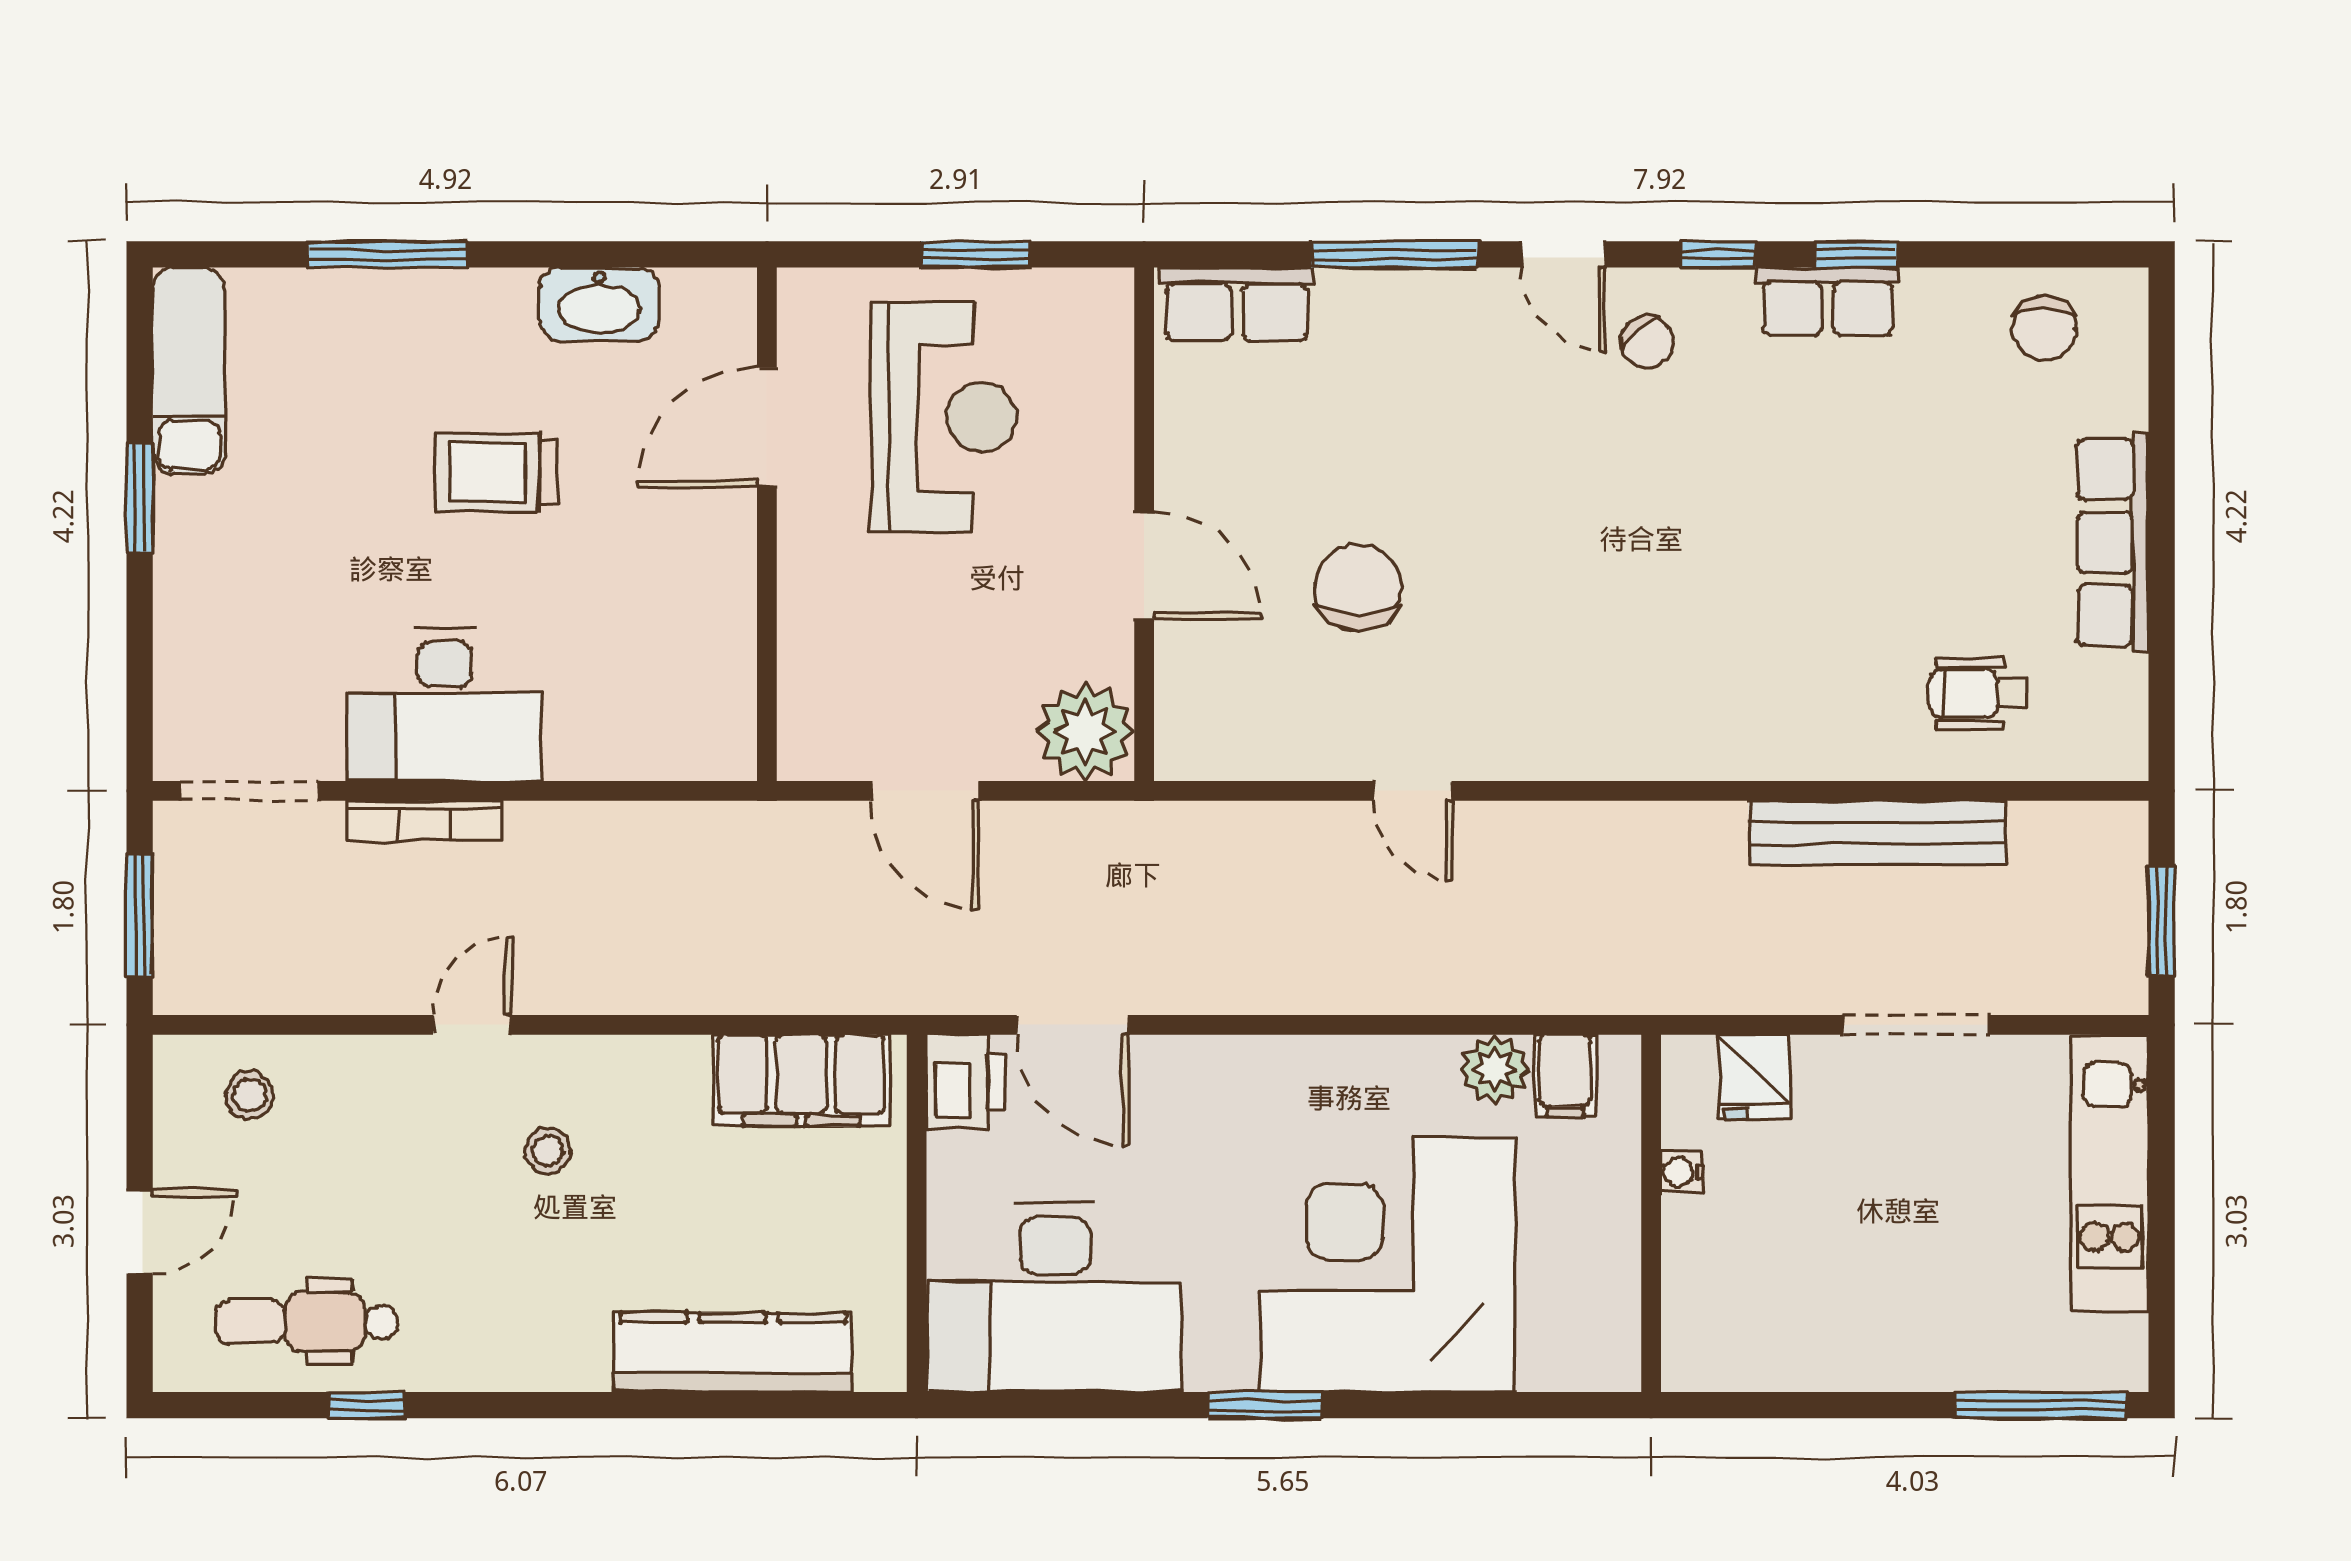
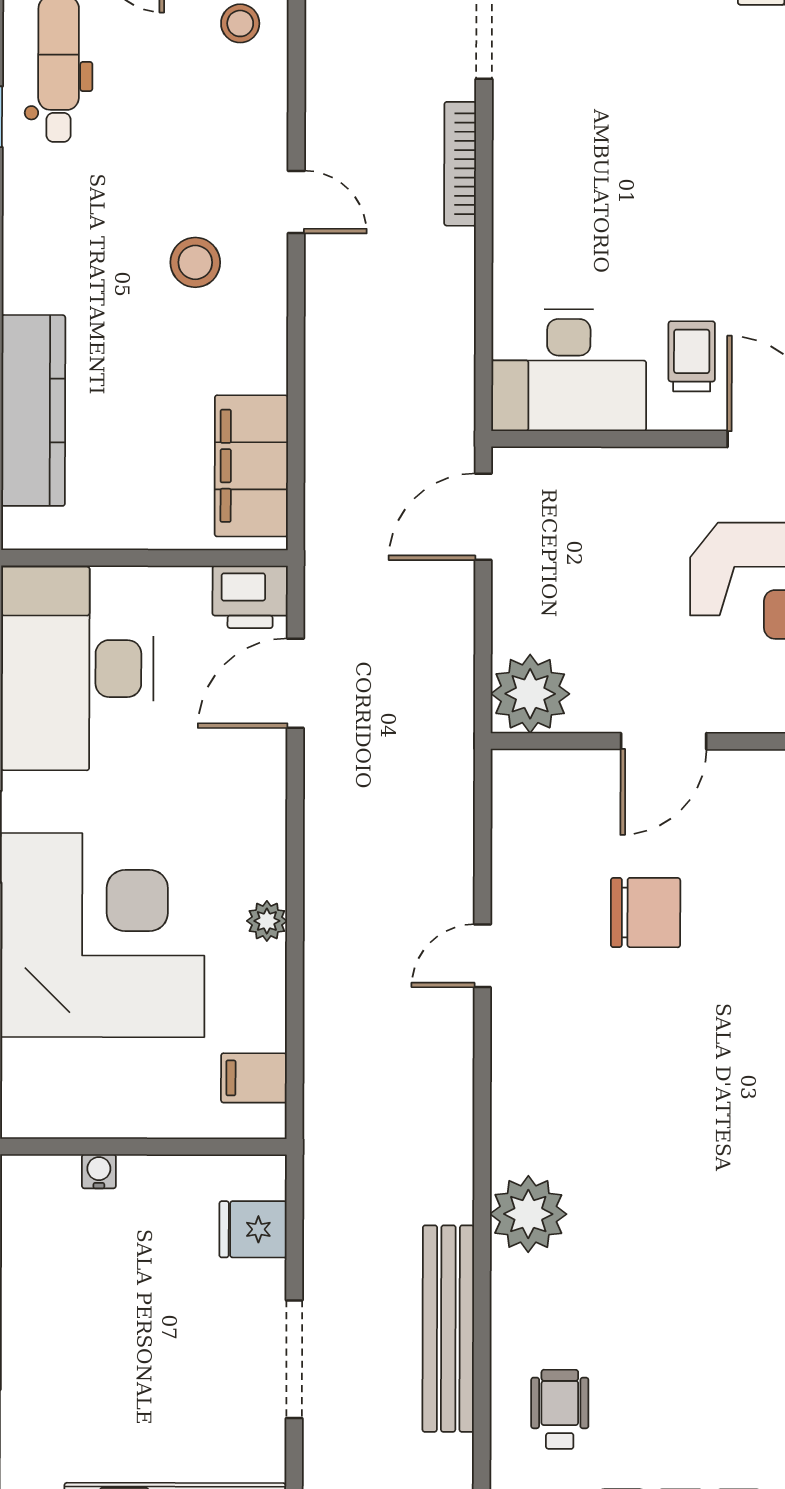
trolley: (496, 472) -> (692, 356), moved, width x0.73, depth x0.72
desk: (445, 705) -> (569, 370), moved, turned -90
plant: (1734, 733) -> (528, 1214), added
door: (924, 791) -> (483, 517), moved
plant: (1494, 1069) -> (267, 921), moved, width x0.73, depth x0.73
stool: (548, 1151) -> (195, 262), width x1.37, depth x1.37
water cooler: (1682, 1172) -> (99, 1171), moved

